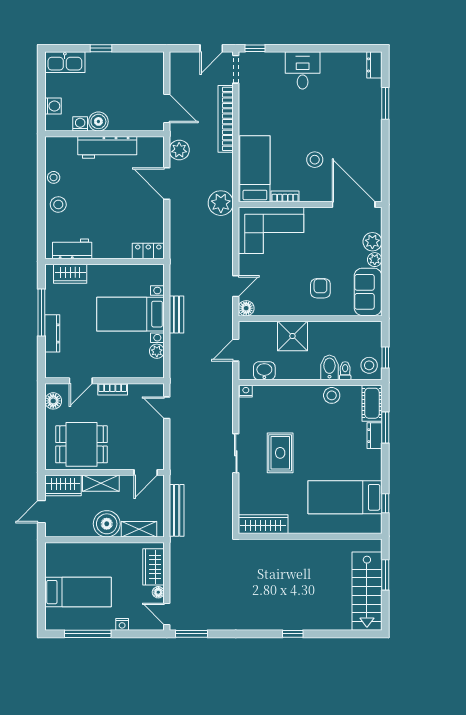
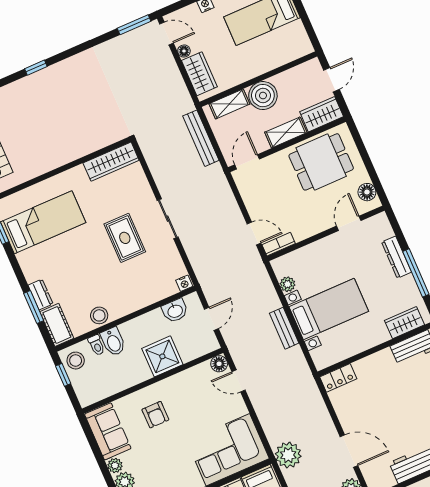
door: (236, 286) -> (238, 381), hinge flipped
bookcase: (113, 389) -> (279, 244), moved

